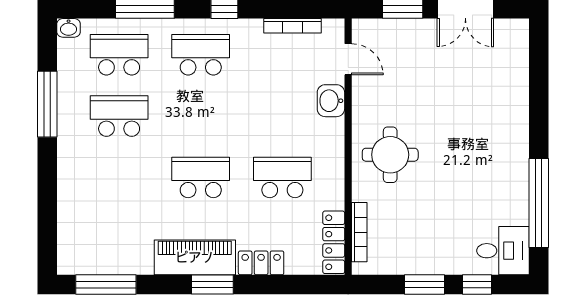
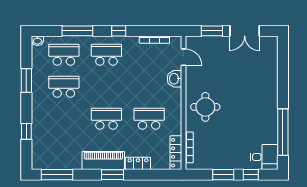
window: (47, 104) -> (26, 81), width x0.69
window: (47, 202) -> (26, 131), added

